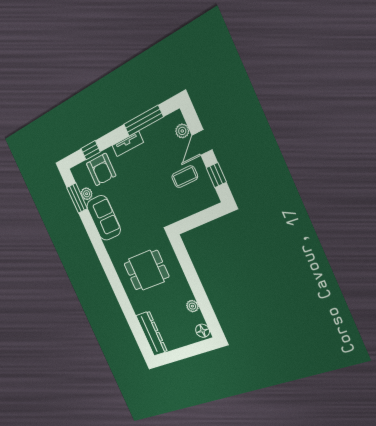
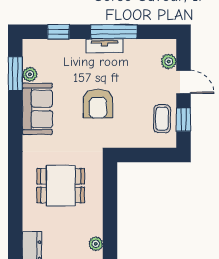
window: (143, 121) -> (114, 32), moved
door: (202, 142) -> (183, 82), swing flipped
armchair: (101, 170) -> (98, 104), moved
coffee table: (185, 177) -> (162, 119), moved, turned 90

